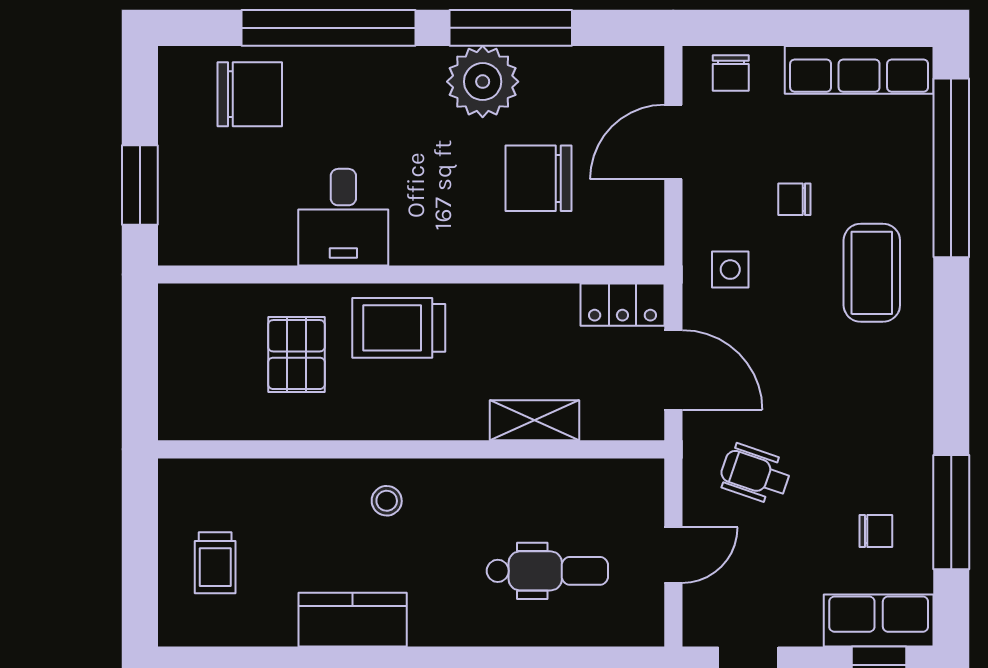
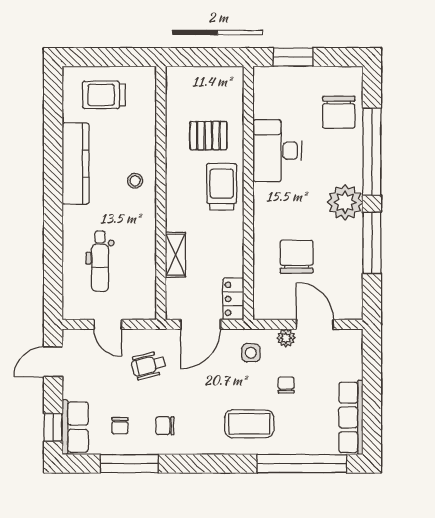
chair: (731, 73) -> (165, 426), moved
plant: (483, 82) -> (345, 202), moved
plant: (700, 200) -> (286, 338), added
desk: (343, 217) -> (277, 151), width x1.37
wheelchair: (755, 474) -> (148, 365), turned -123
trolley: (215, 563) -> (104, 95), width x1.36, depth x1.39
kitchen counter: (353, 620) -> (76, 164), width x1.50

